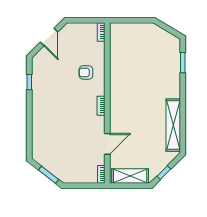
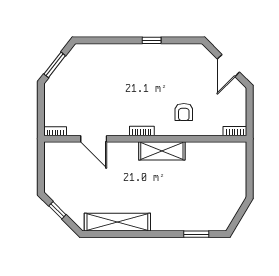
door: (49, 37) -> (228, 66), hinge flipped
armchair: (86, 72) -> (184, 112), turned 180
window: (29, 82) -> (152, 40), moved
shelving: (130, 176) -> (162, 151), moved, turned 90

